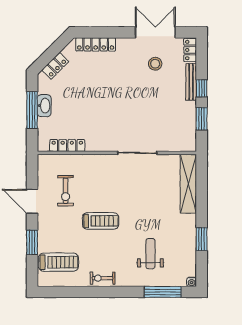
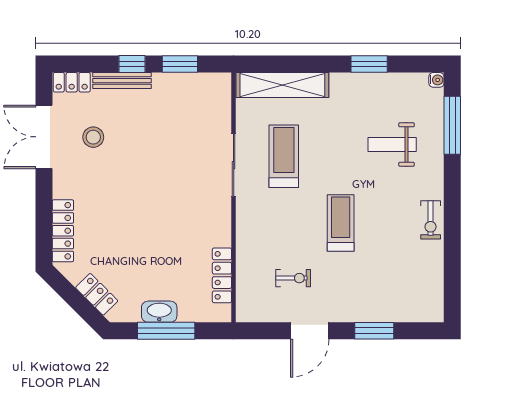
exercise bike: (66, 191) -> (293, 278), width x0.73, depth x0.72
treadmill: (58, 262) -> (284, 156), moved

